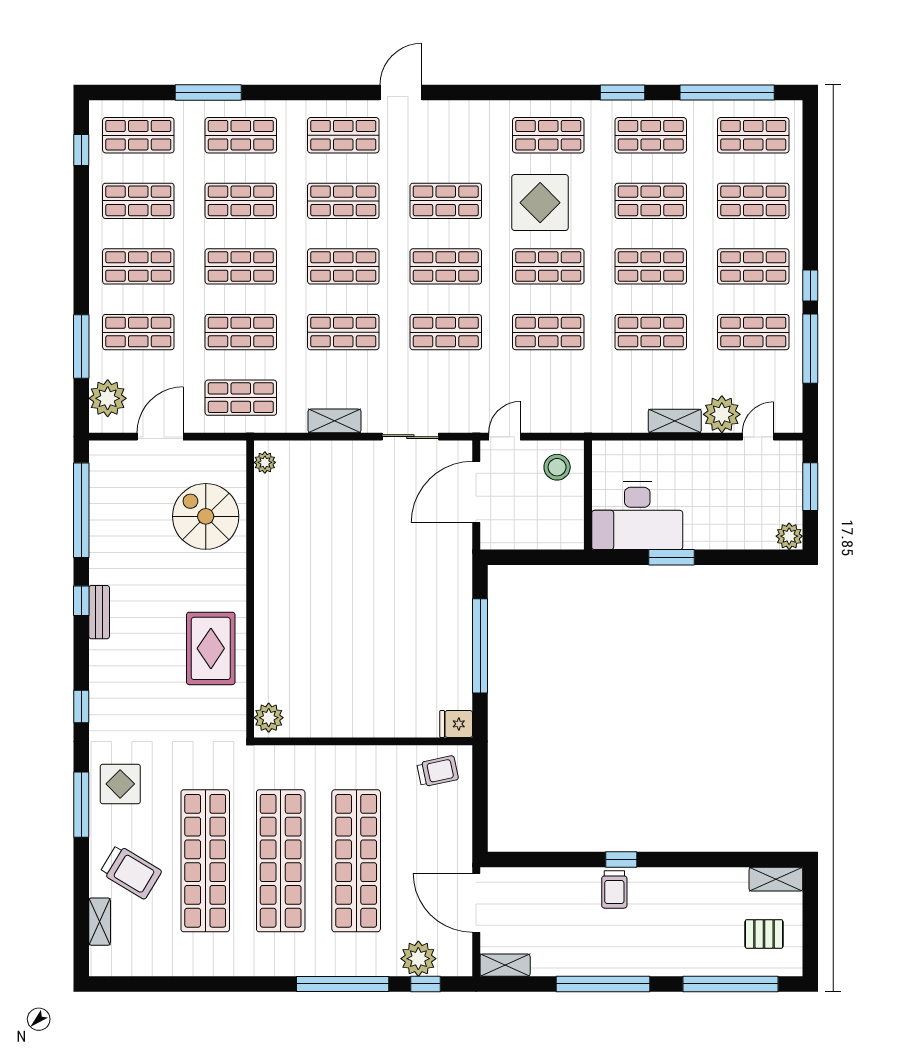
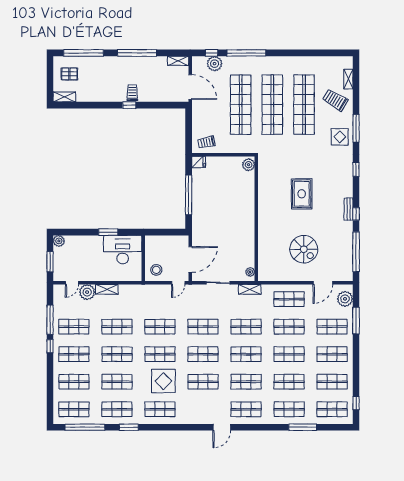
plant: (265, 462) -> (250, 272), moved
wall: (250, 589) -> (256, 219), moved
plant: (269, 718) -> (249, 165), moved

